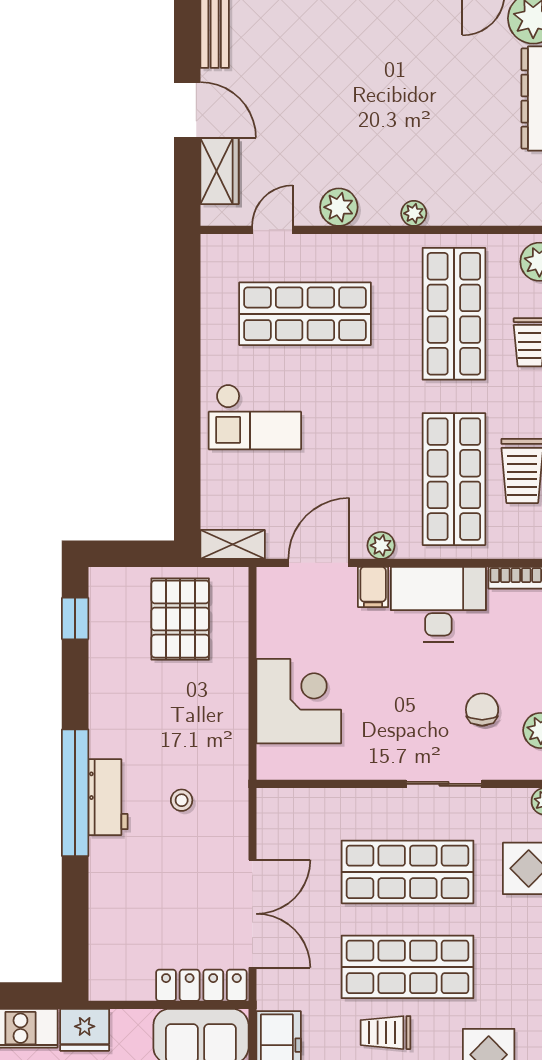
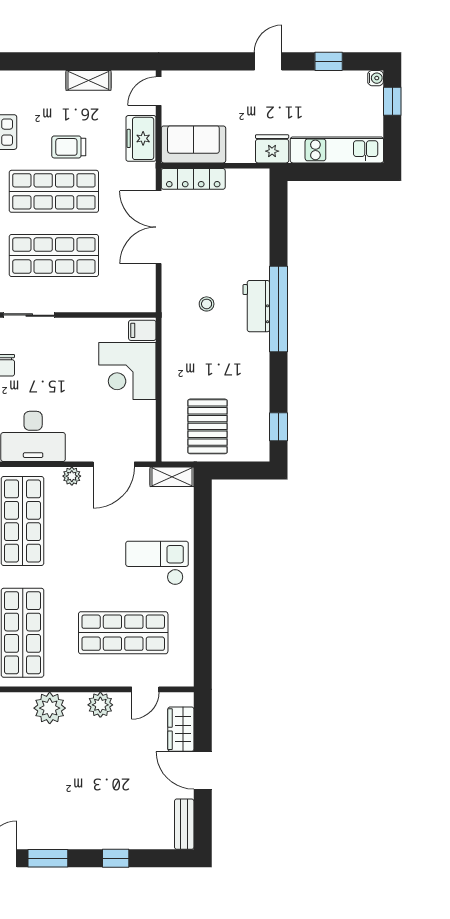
plant: (414, 213) -> (50, 708), width x1.88, depth x1.88
filing cabinet: (373, 587) -> (142, 330), moved, turned -90
trolley: (385, 1033) -> (69, 147), turned 180

